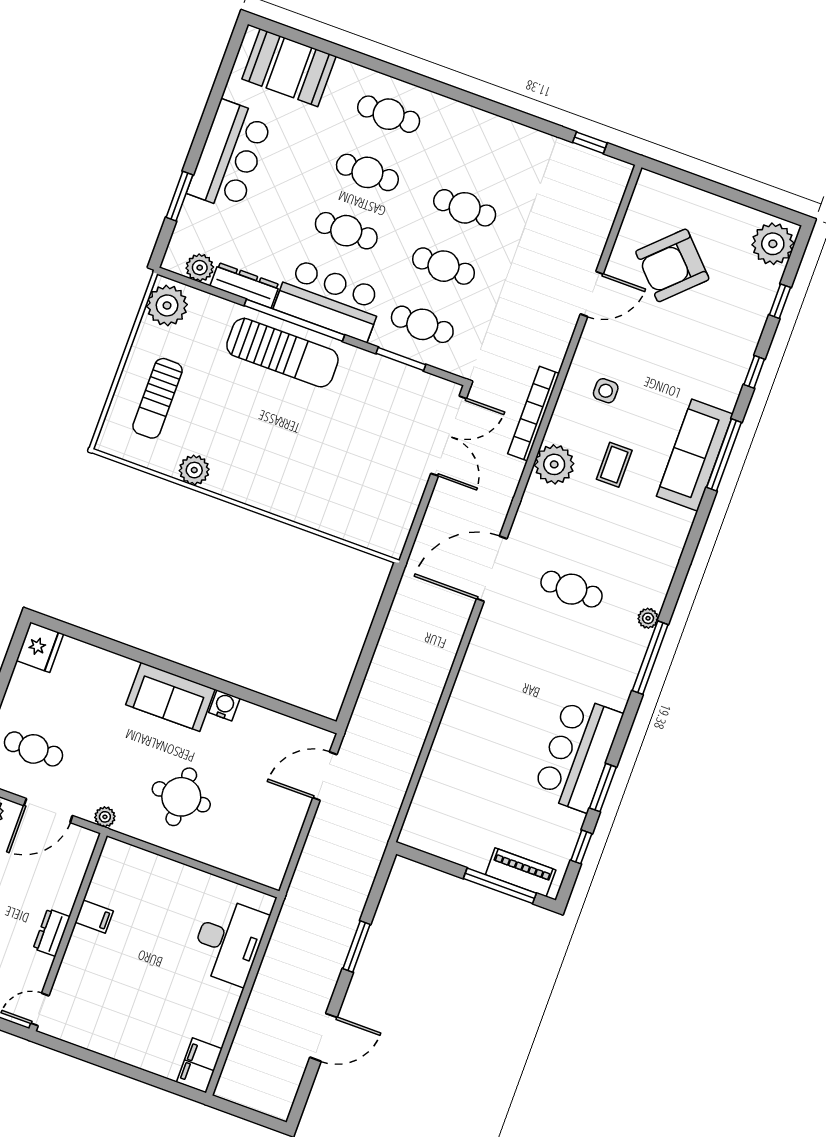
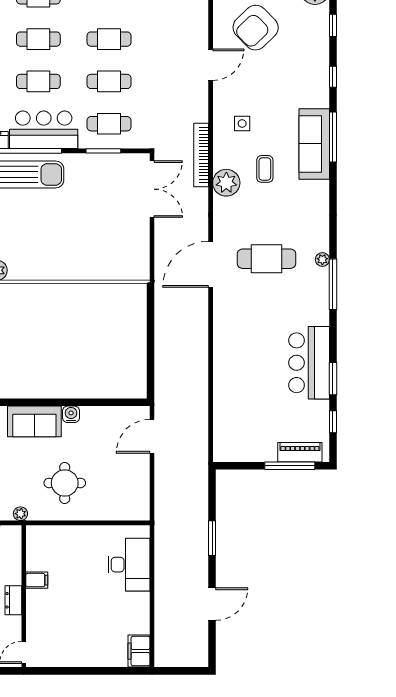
cafe table: (572, 589) -> (267, 259), width x1.37, depth x1.35

